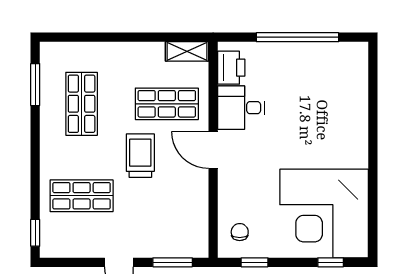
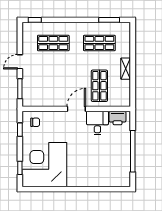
shelving: (187, 51) -> (126, 69), moved
trolley: (140, 156) -> (73, 72), removed
shop shelf: (82, 196) -> (53, 43), turned 90

